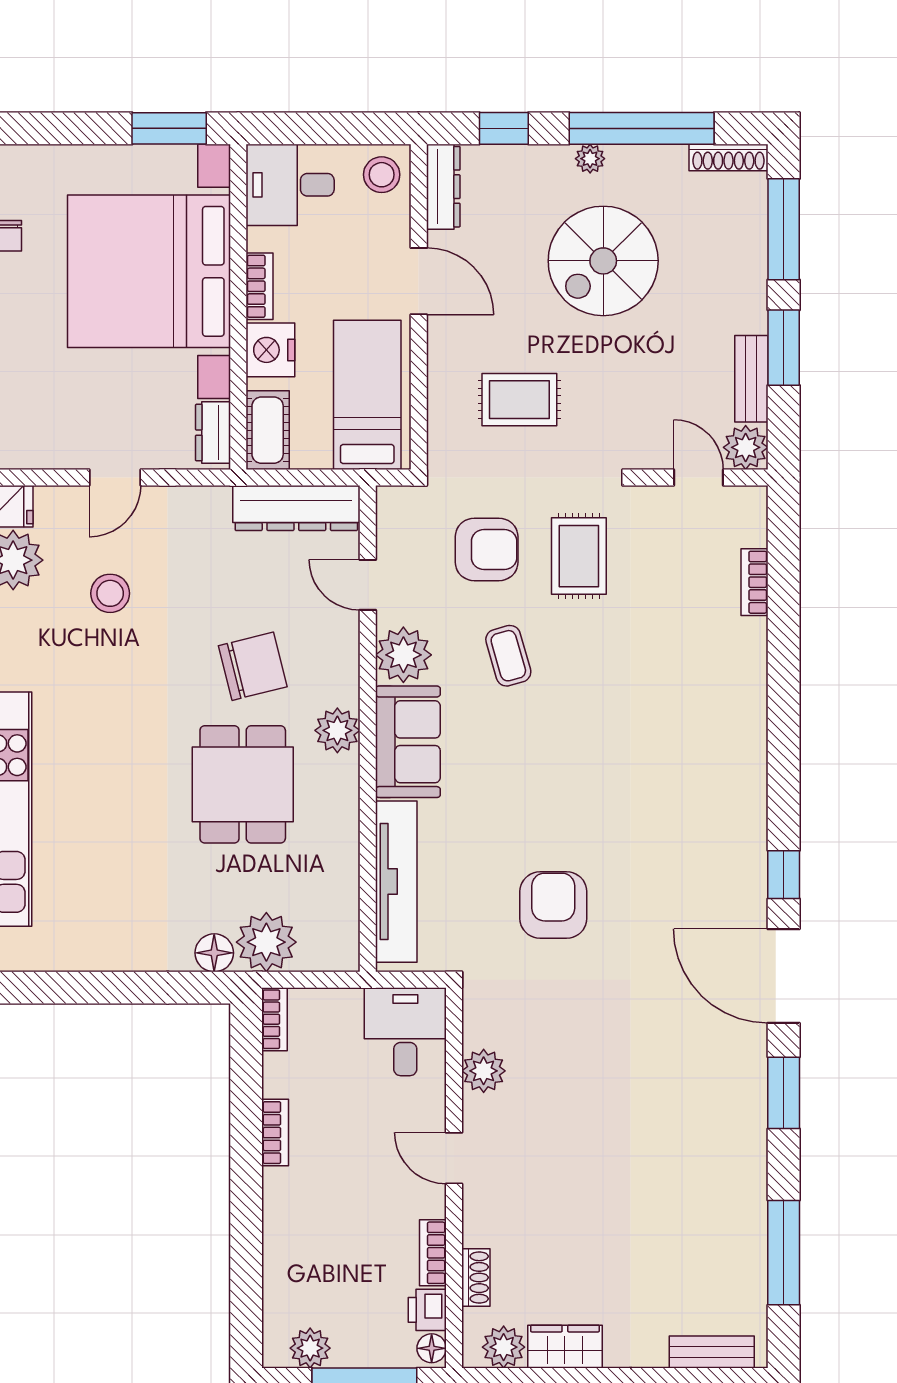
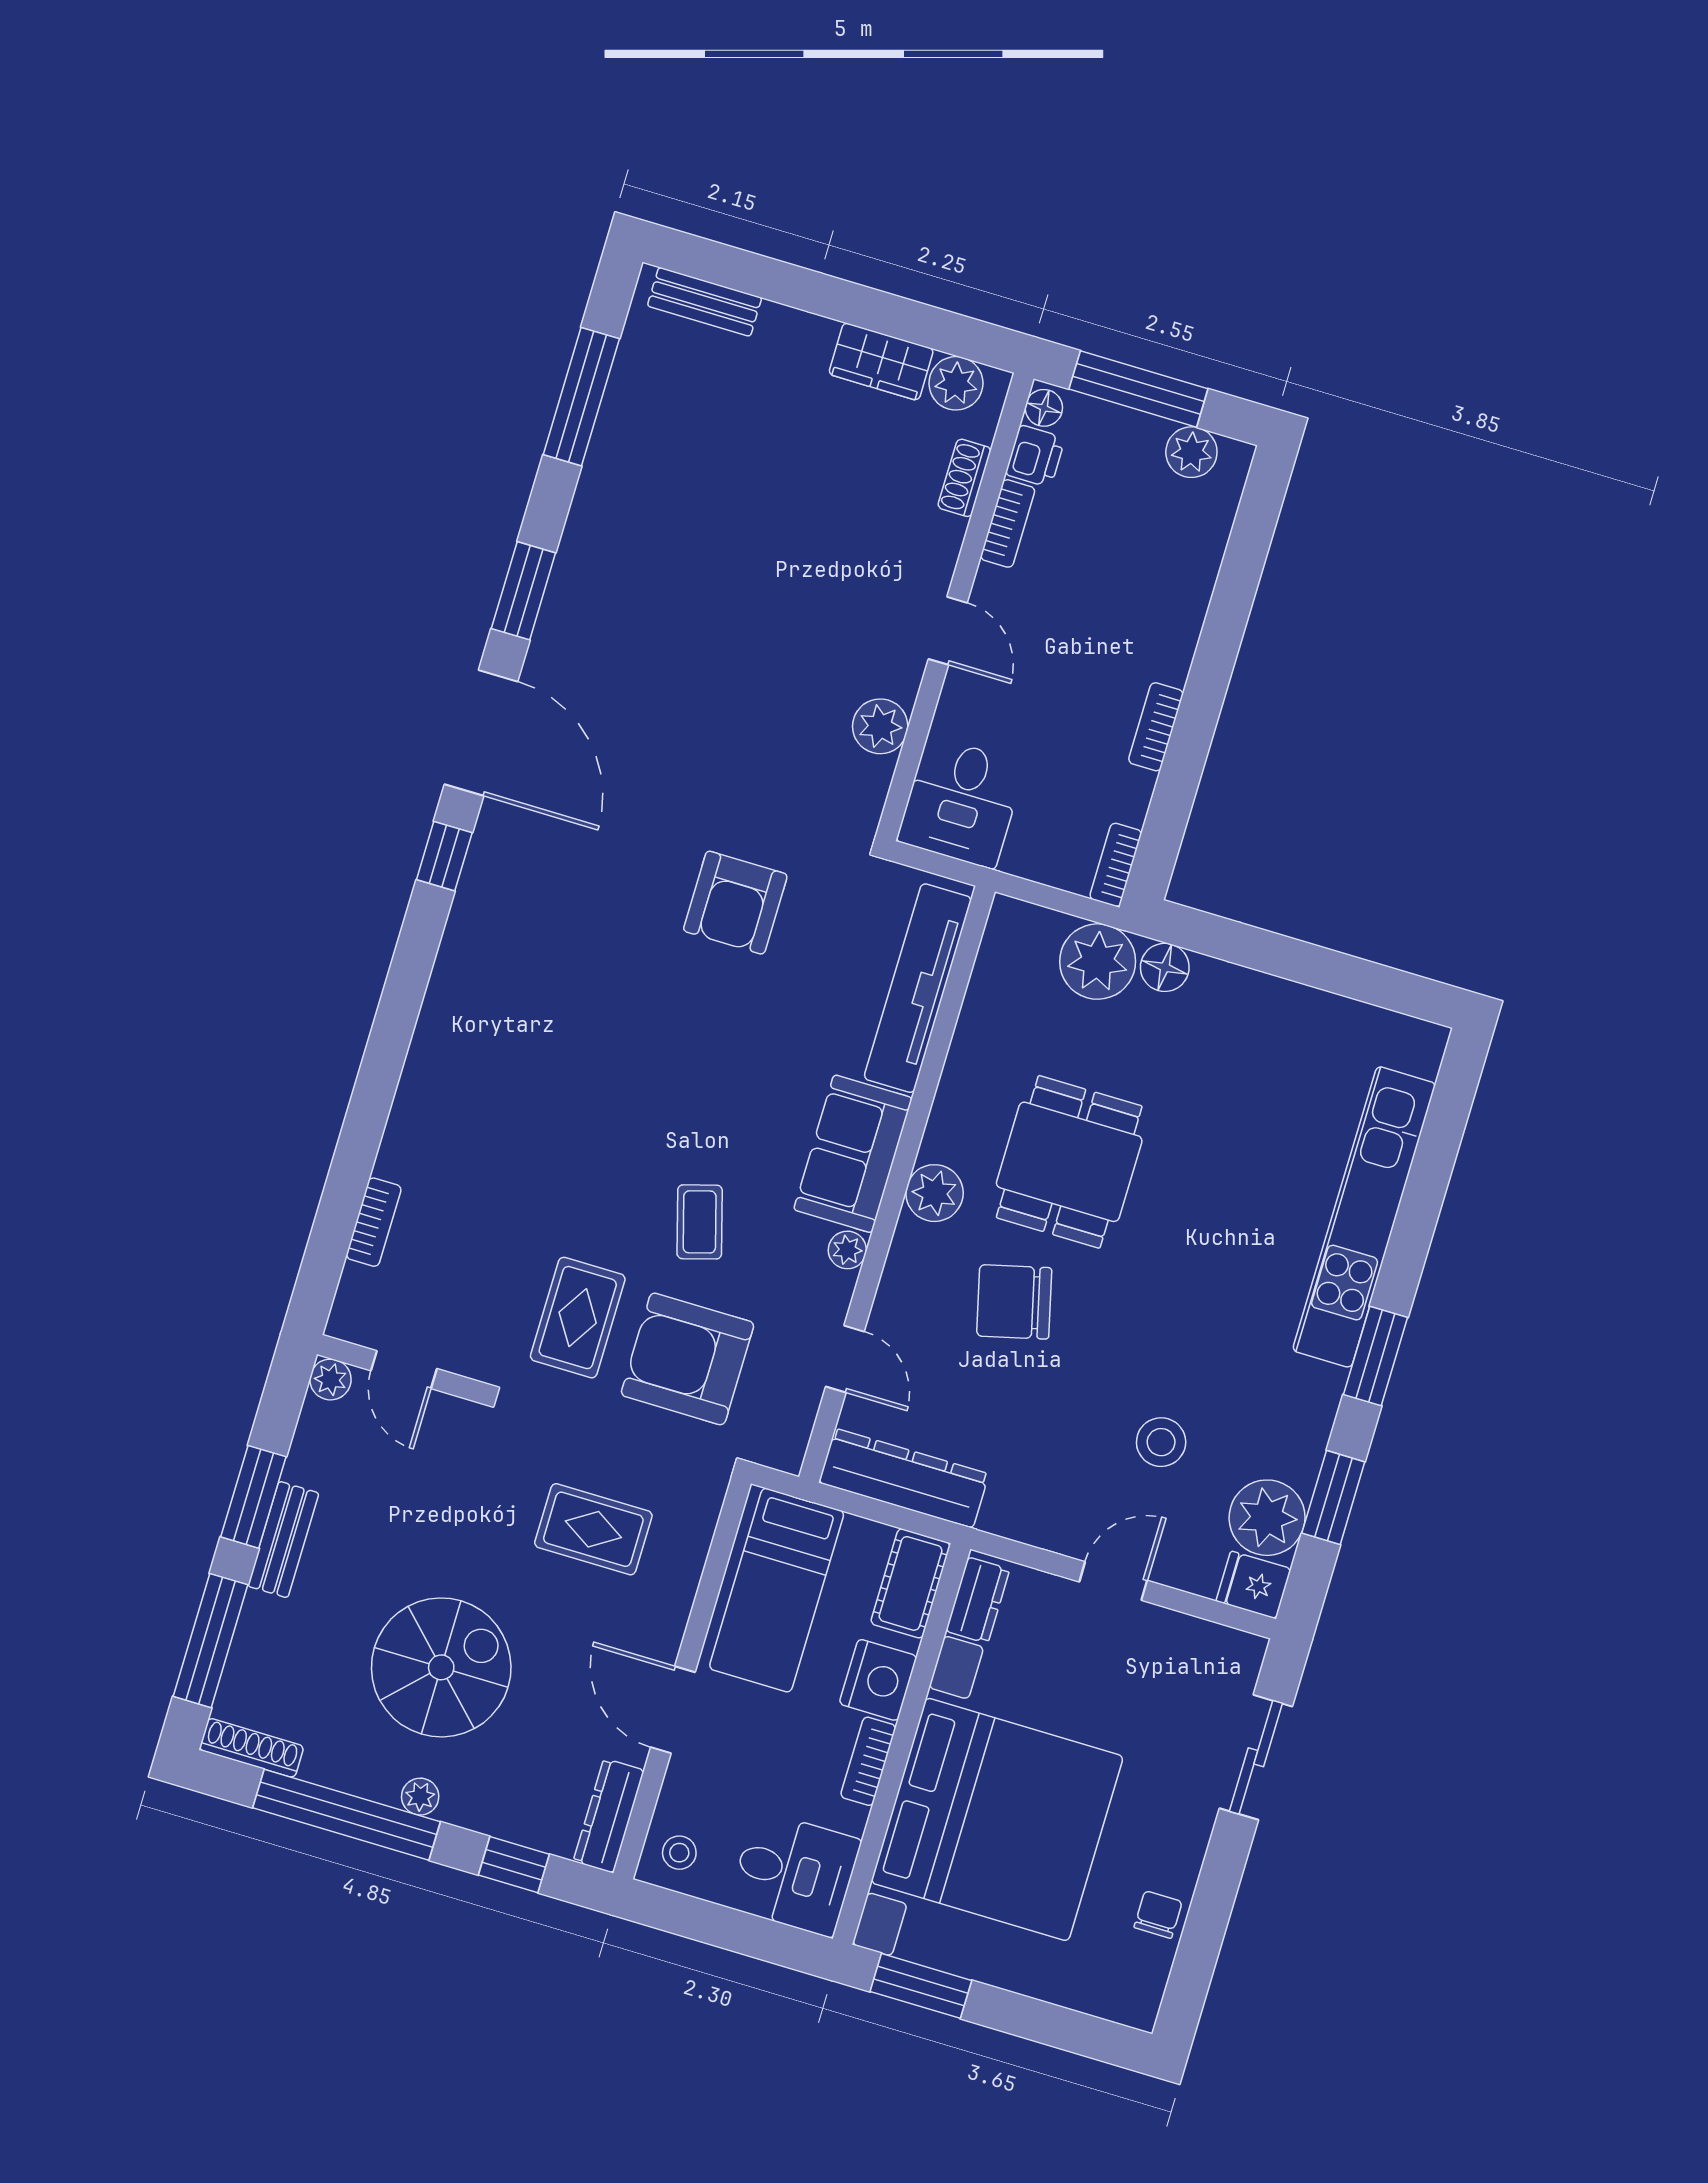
stool: (382, 175) -> (679, 1853), width x0.73, depth x0.73
bench: (751, 379) -> (283, 1540), moved
plant: (746, 447) -> (330, 1380), width x0.73, depth x0.73
armchair: (487, 549) -> (688, 1359), width x1.36, depth x1.36
plant: (403, 655) -> (847, 1250), width x0.53, depth x0.53

